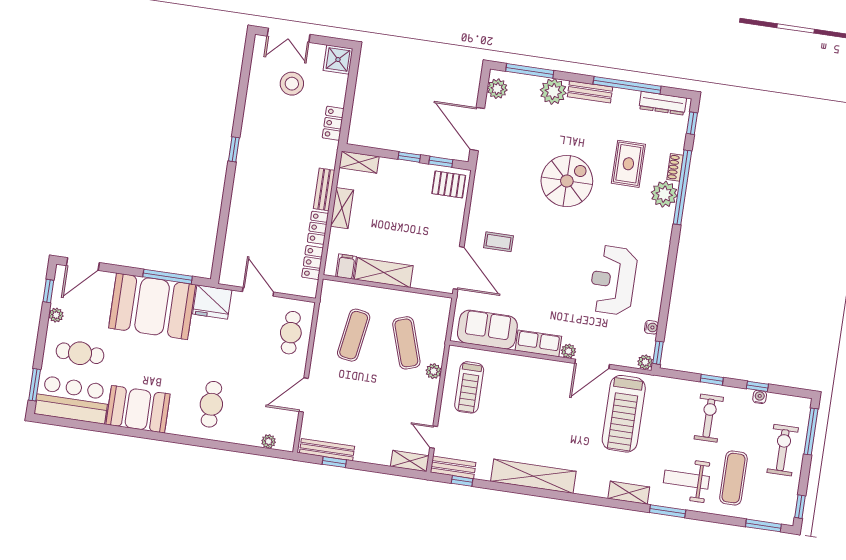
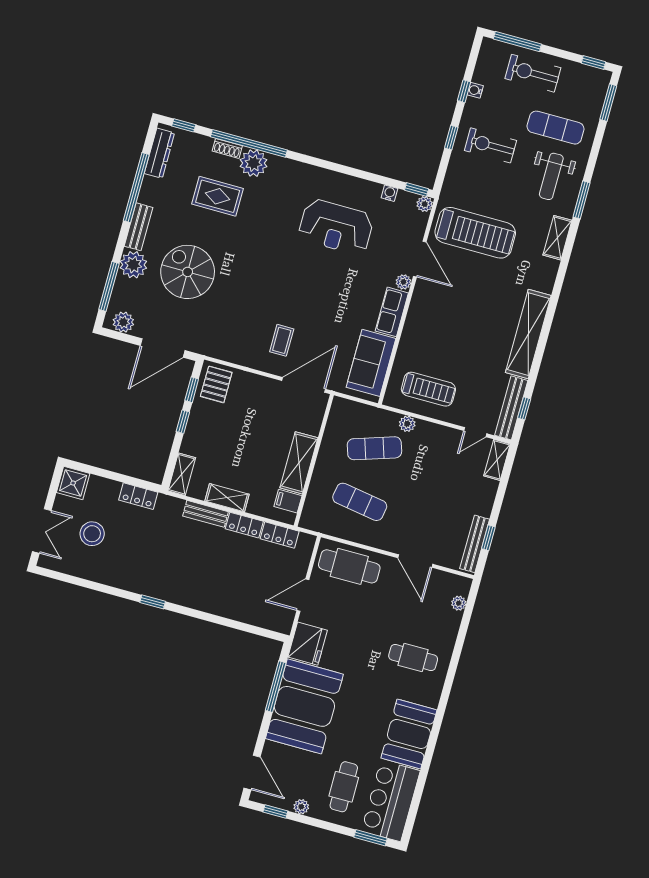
spiral stairs: (567, 181) -> (188, 272), moved
cafe table: (291, 333) -> (349, 566), width x1.37, depth x1.35
bench: (453, 467) -> (511, 408), width x1.36

